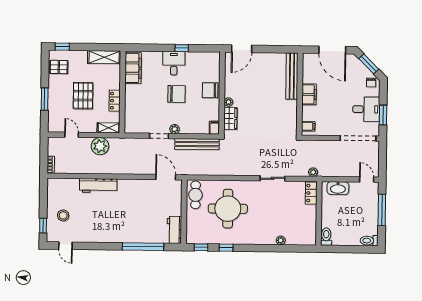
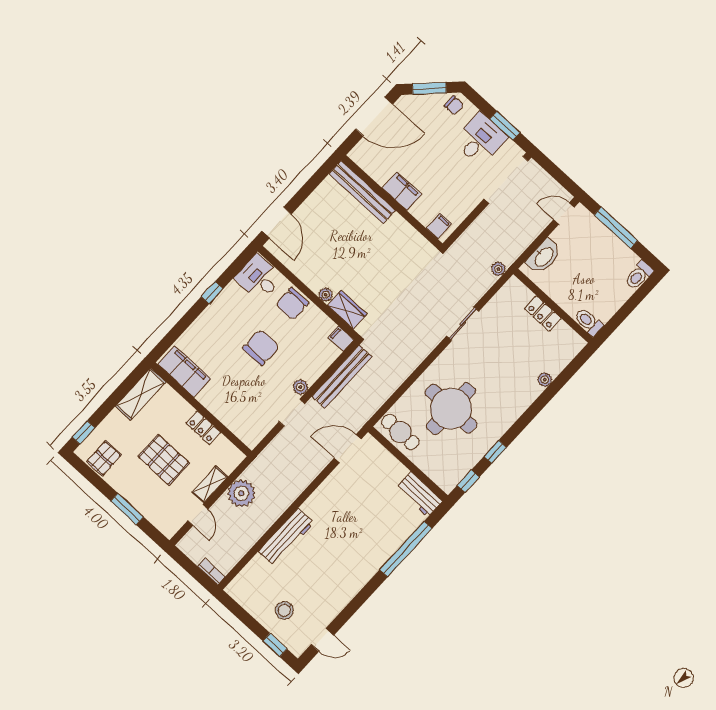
desk: (174, 63) -> (259, 278), moved
shelving: (109, 128) -> (210, 485), moved
door: (72, 135) -> (198, 515), swing flipped
locker: (311, 193) -> (543, 313), moved

